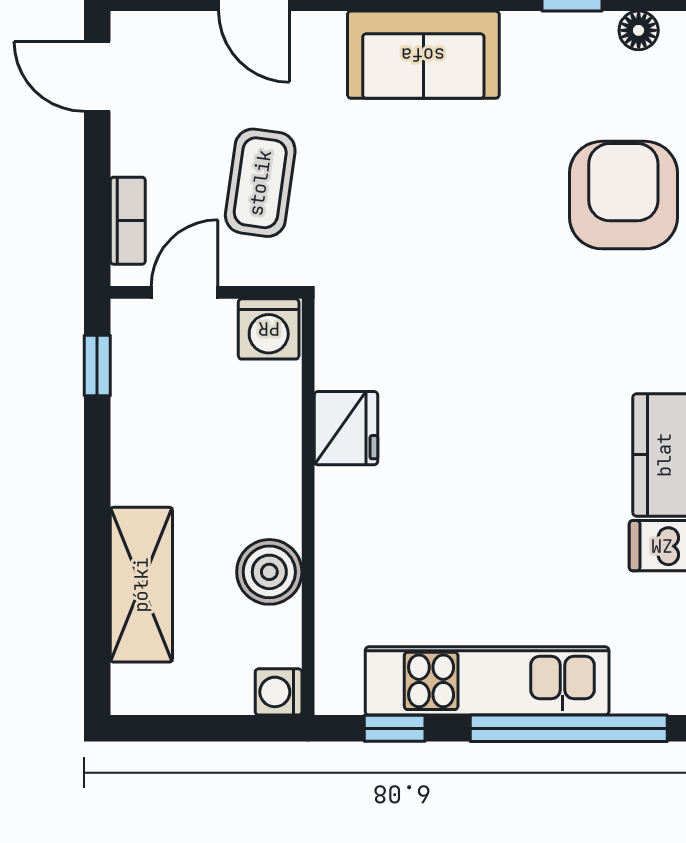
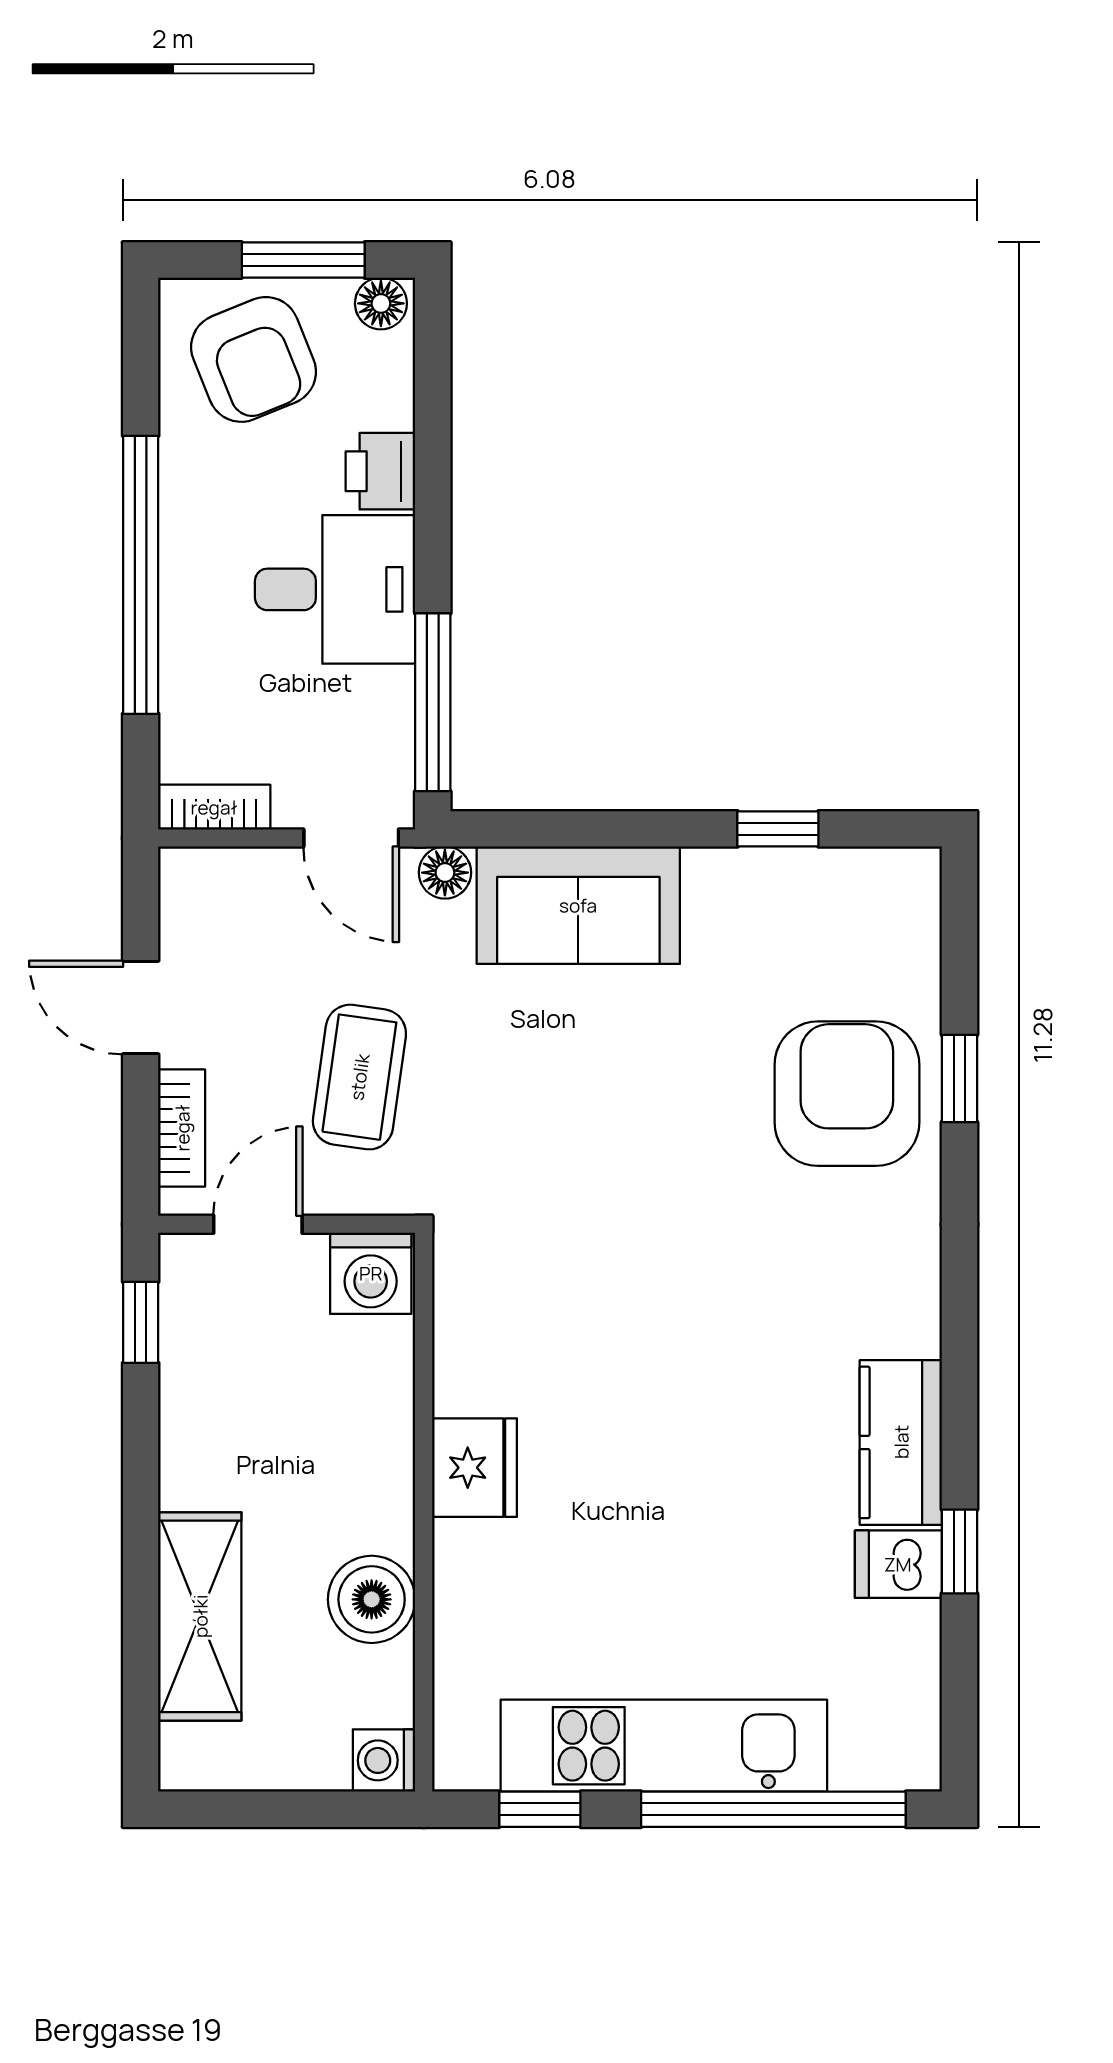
floor lamp: (639, 30) -> (445, 873), moved
door: (97, 76) -> (141, 1008), moved
fridge: (346, 428) -> (475, 1468), moved

